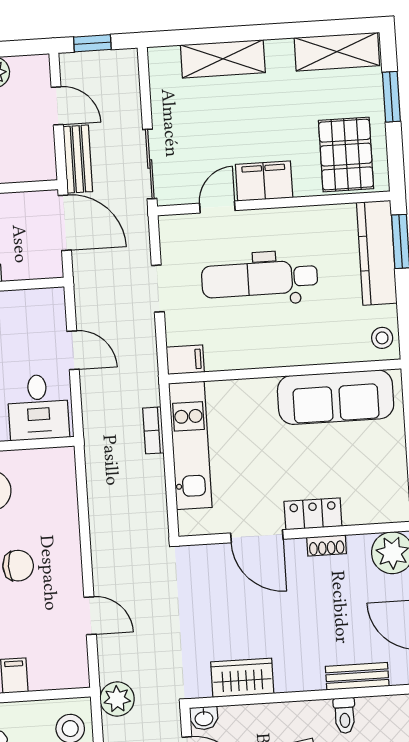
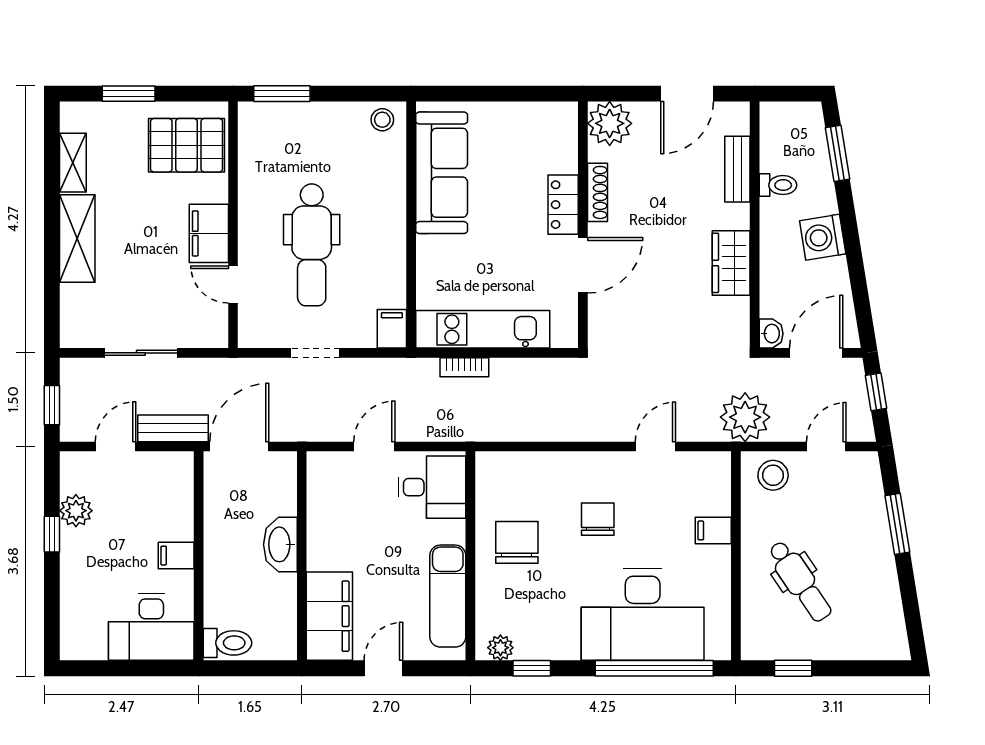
shelving: (337, 52) -> (73, 163), width x0.67, depth x0.75
shelving: (223, 59) -> (77, 238), moved
sliding door: (150, 164) -> (141, 353), moved
kitchen counter: (377, 253) -> (292, 120), removed
shoe rack: (327, 546) -> (597, 192), width x1.43
wardrobe: (242, 678) -> (731, 263), moved
plant: (117, 699) -> (745, 417), width x1.36, depth x1.36

